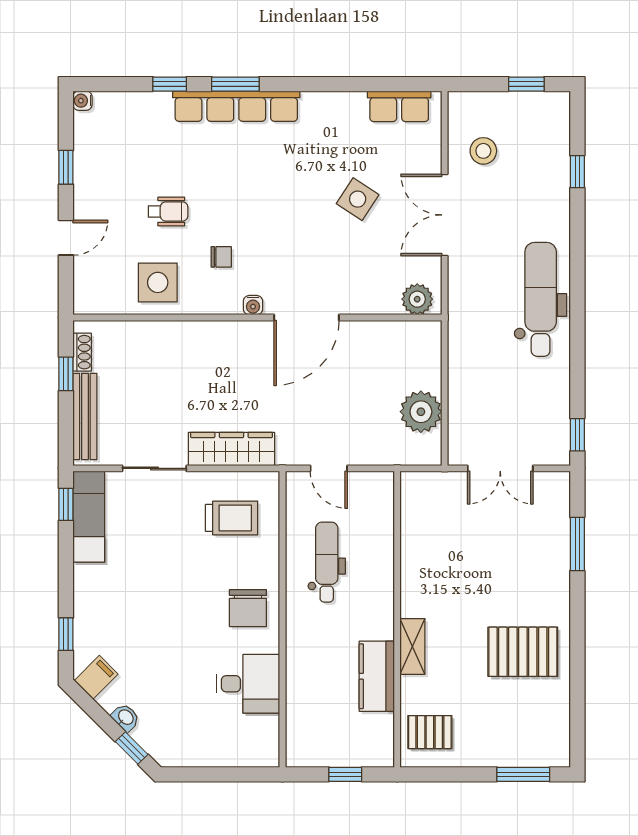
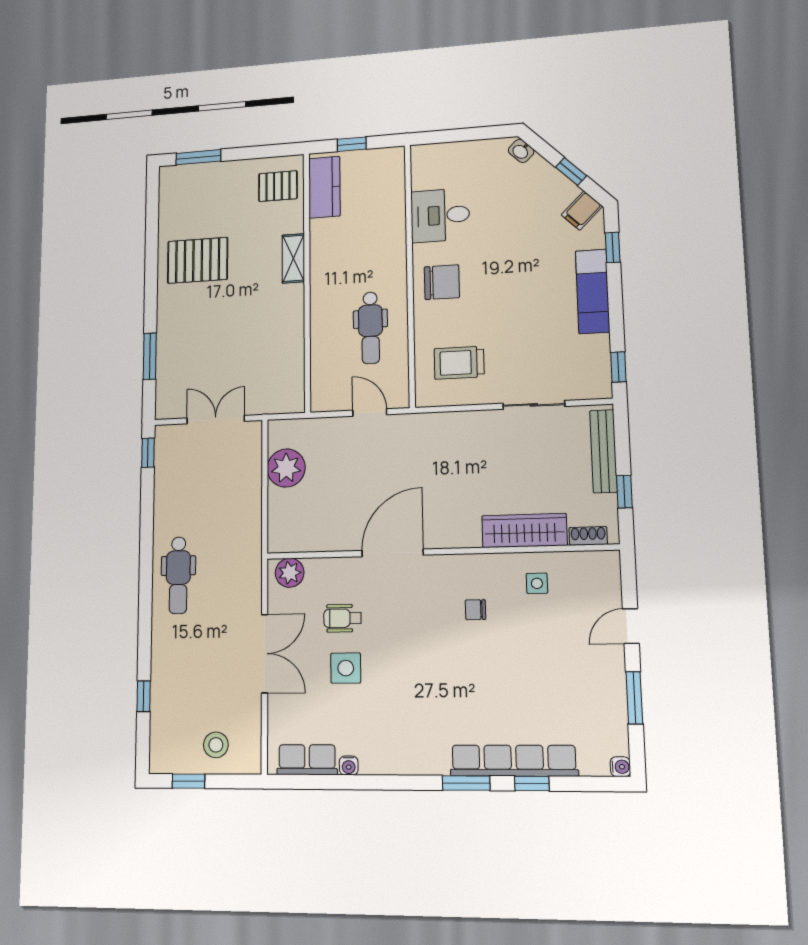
row of seats: (236, 106) -> (514, 761), moved
stool: (483, 151) -> (216, 745), moved
window: (66, 167) -> (634, 698), width x1.50
side table: (358, 199) -> (346, 668), turned -33
wheelchair: (168, 211) -> (342, 618), moved
side table: (158, 282) -> (537, 583), width x0.54, depth x0.54
dental chair: (541, 299) -> (178, 575), width x0.73, depth x0.72
water cooler: (253, 305) -> (349, 766), moved, turned 180
shoe rack: (82, 352) -> (588, 536), moved, turned 90
wardrobe: (231, 449) -> (524, 530), moved, turned 180
exam couch: (89, 517) -> (593, 291), moved
chair: (248, 608) -> (442, 282), turned 90
kitchen counter: (377, 676) -> (324, 187), moved
washbasin: (125, 718) -> (521, 151), moved
window: (132, 748) -> (571, 171), moved

